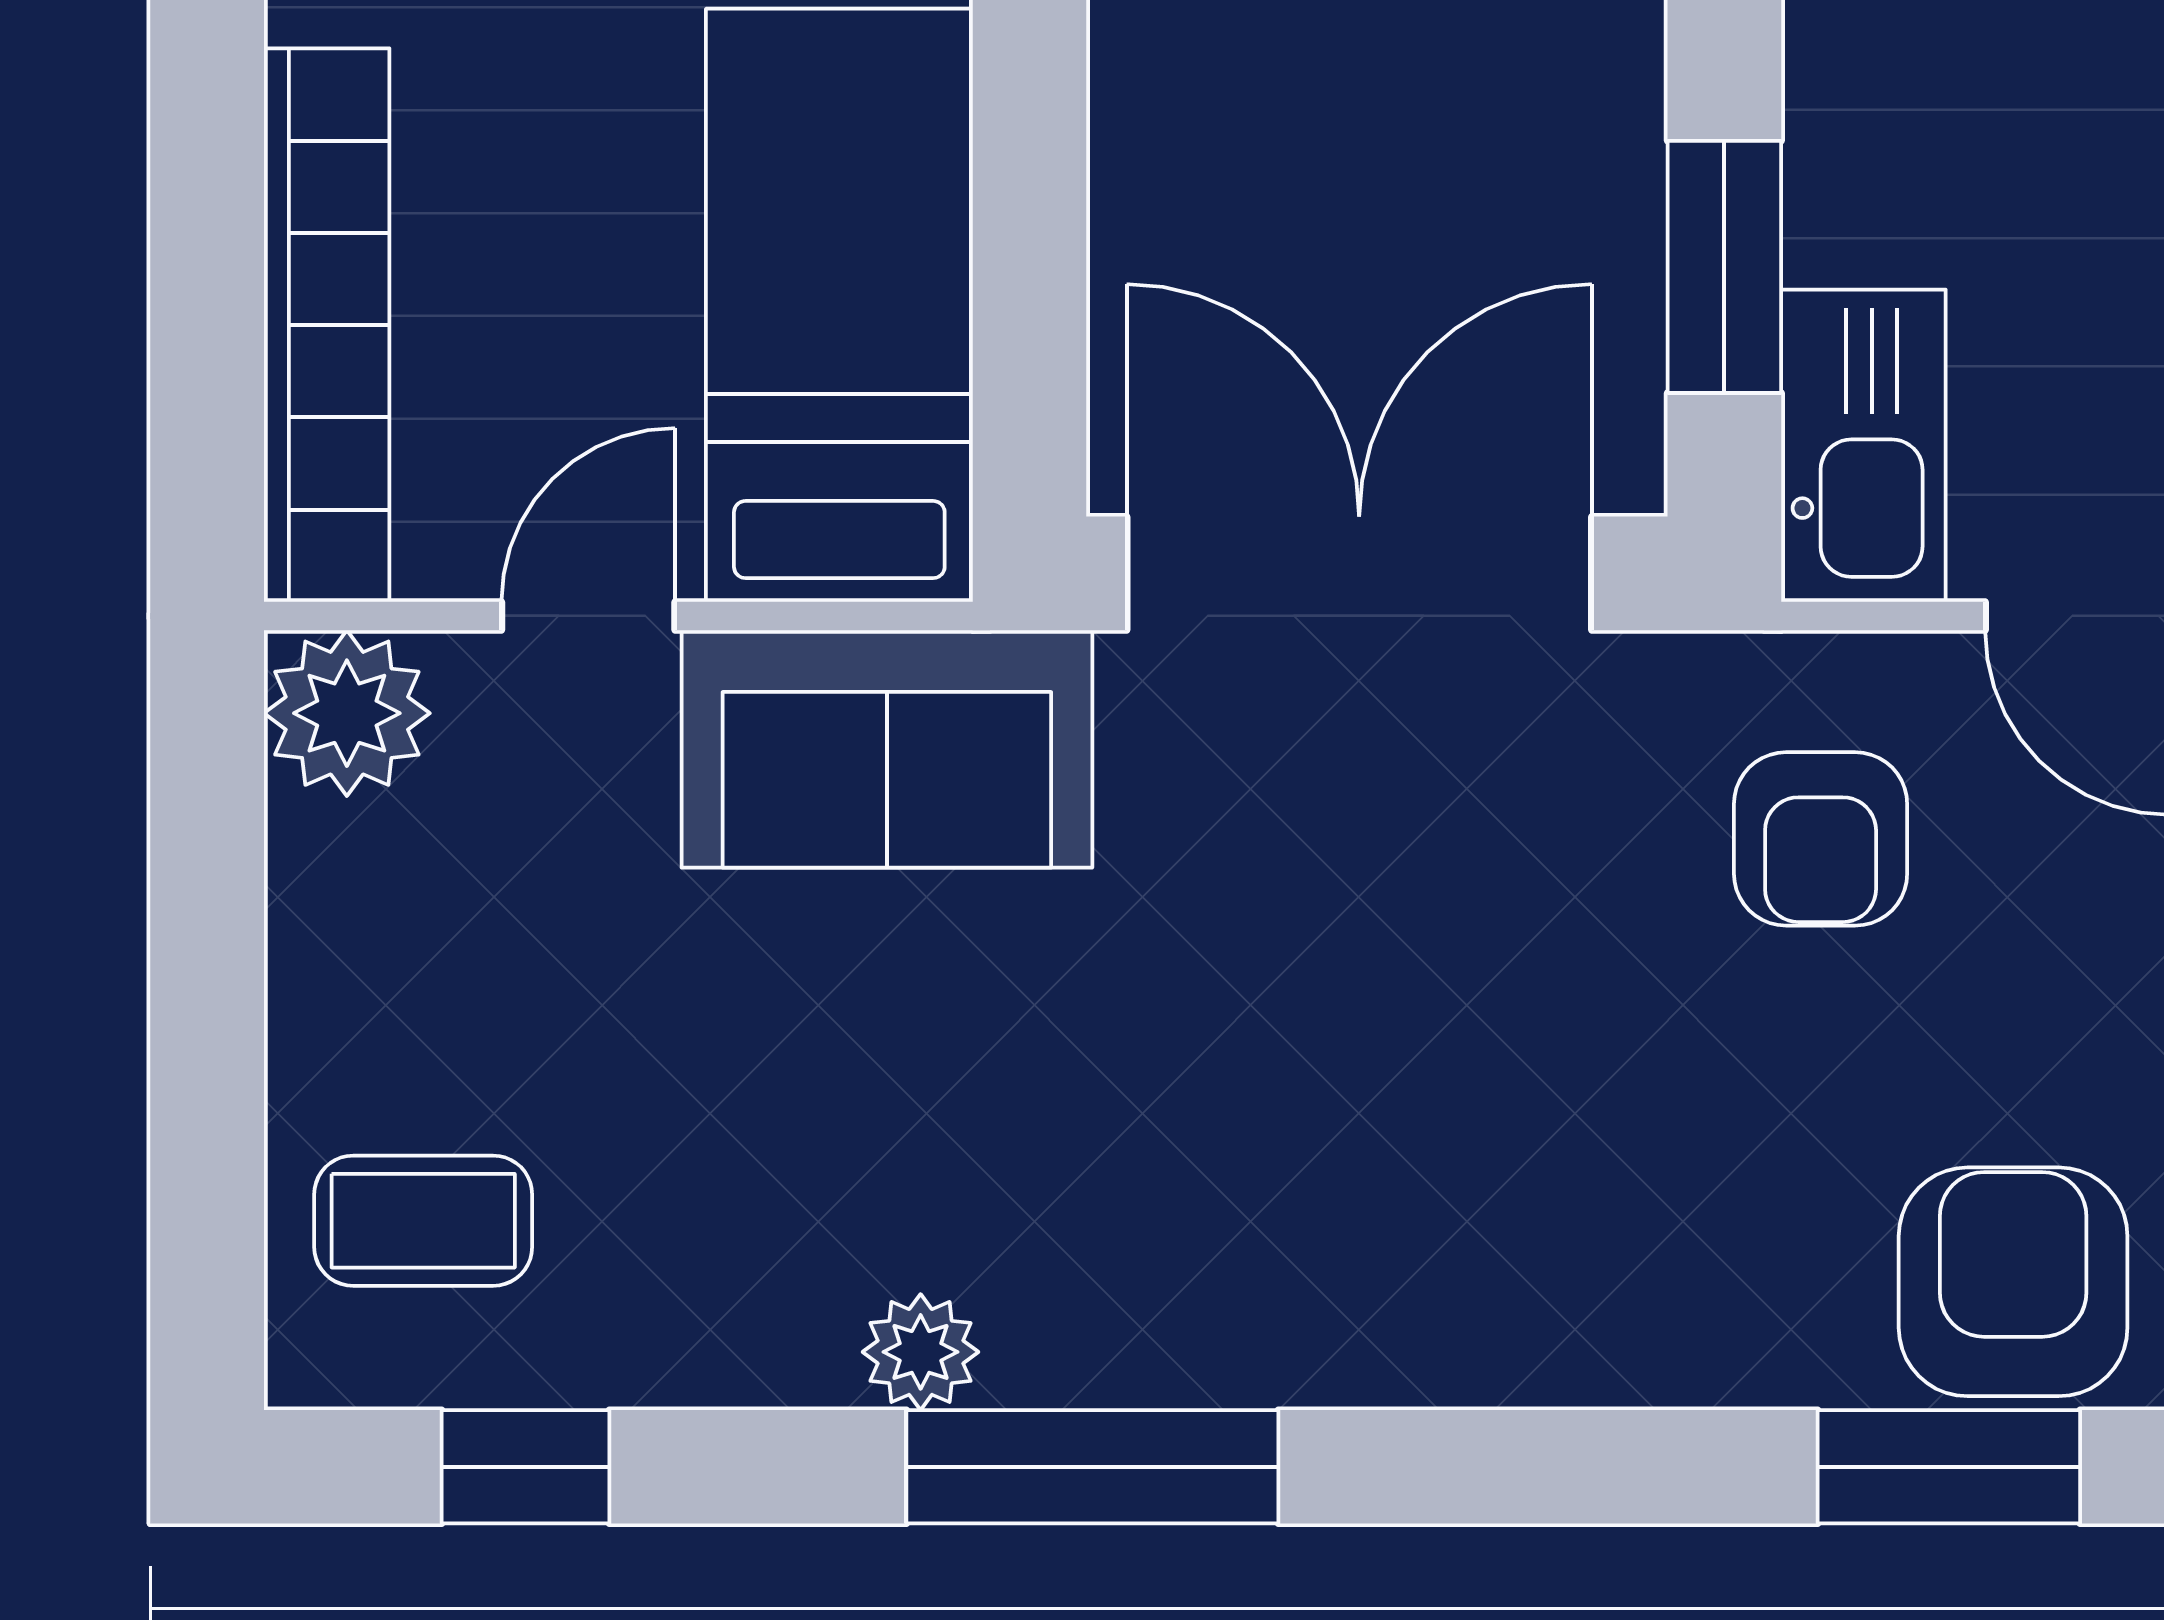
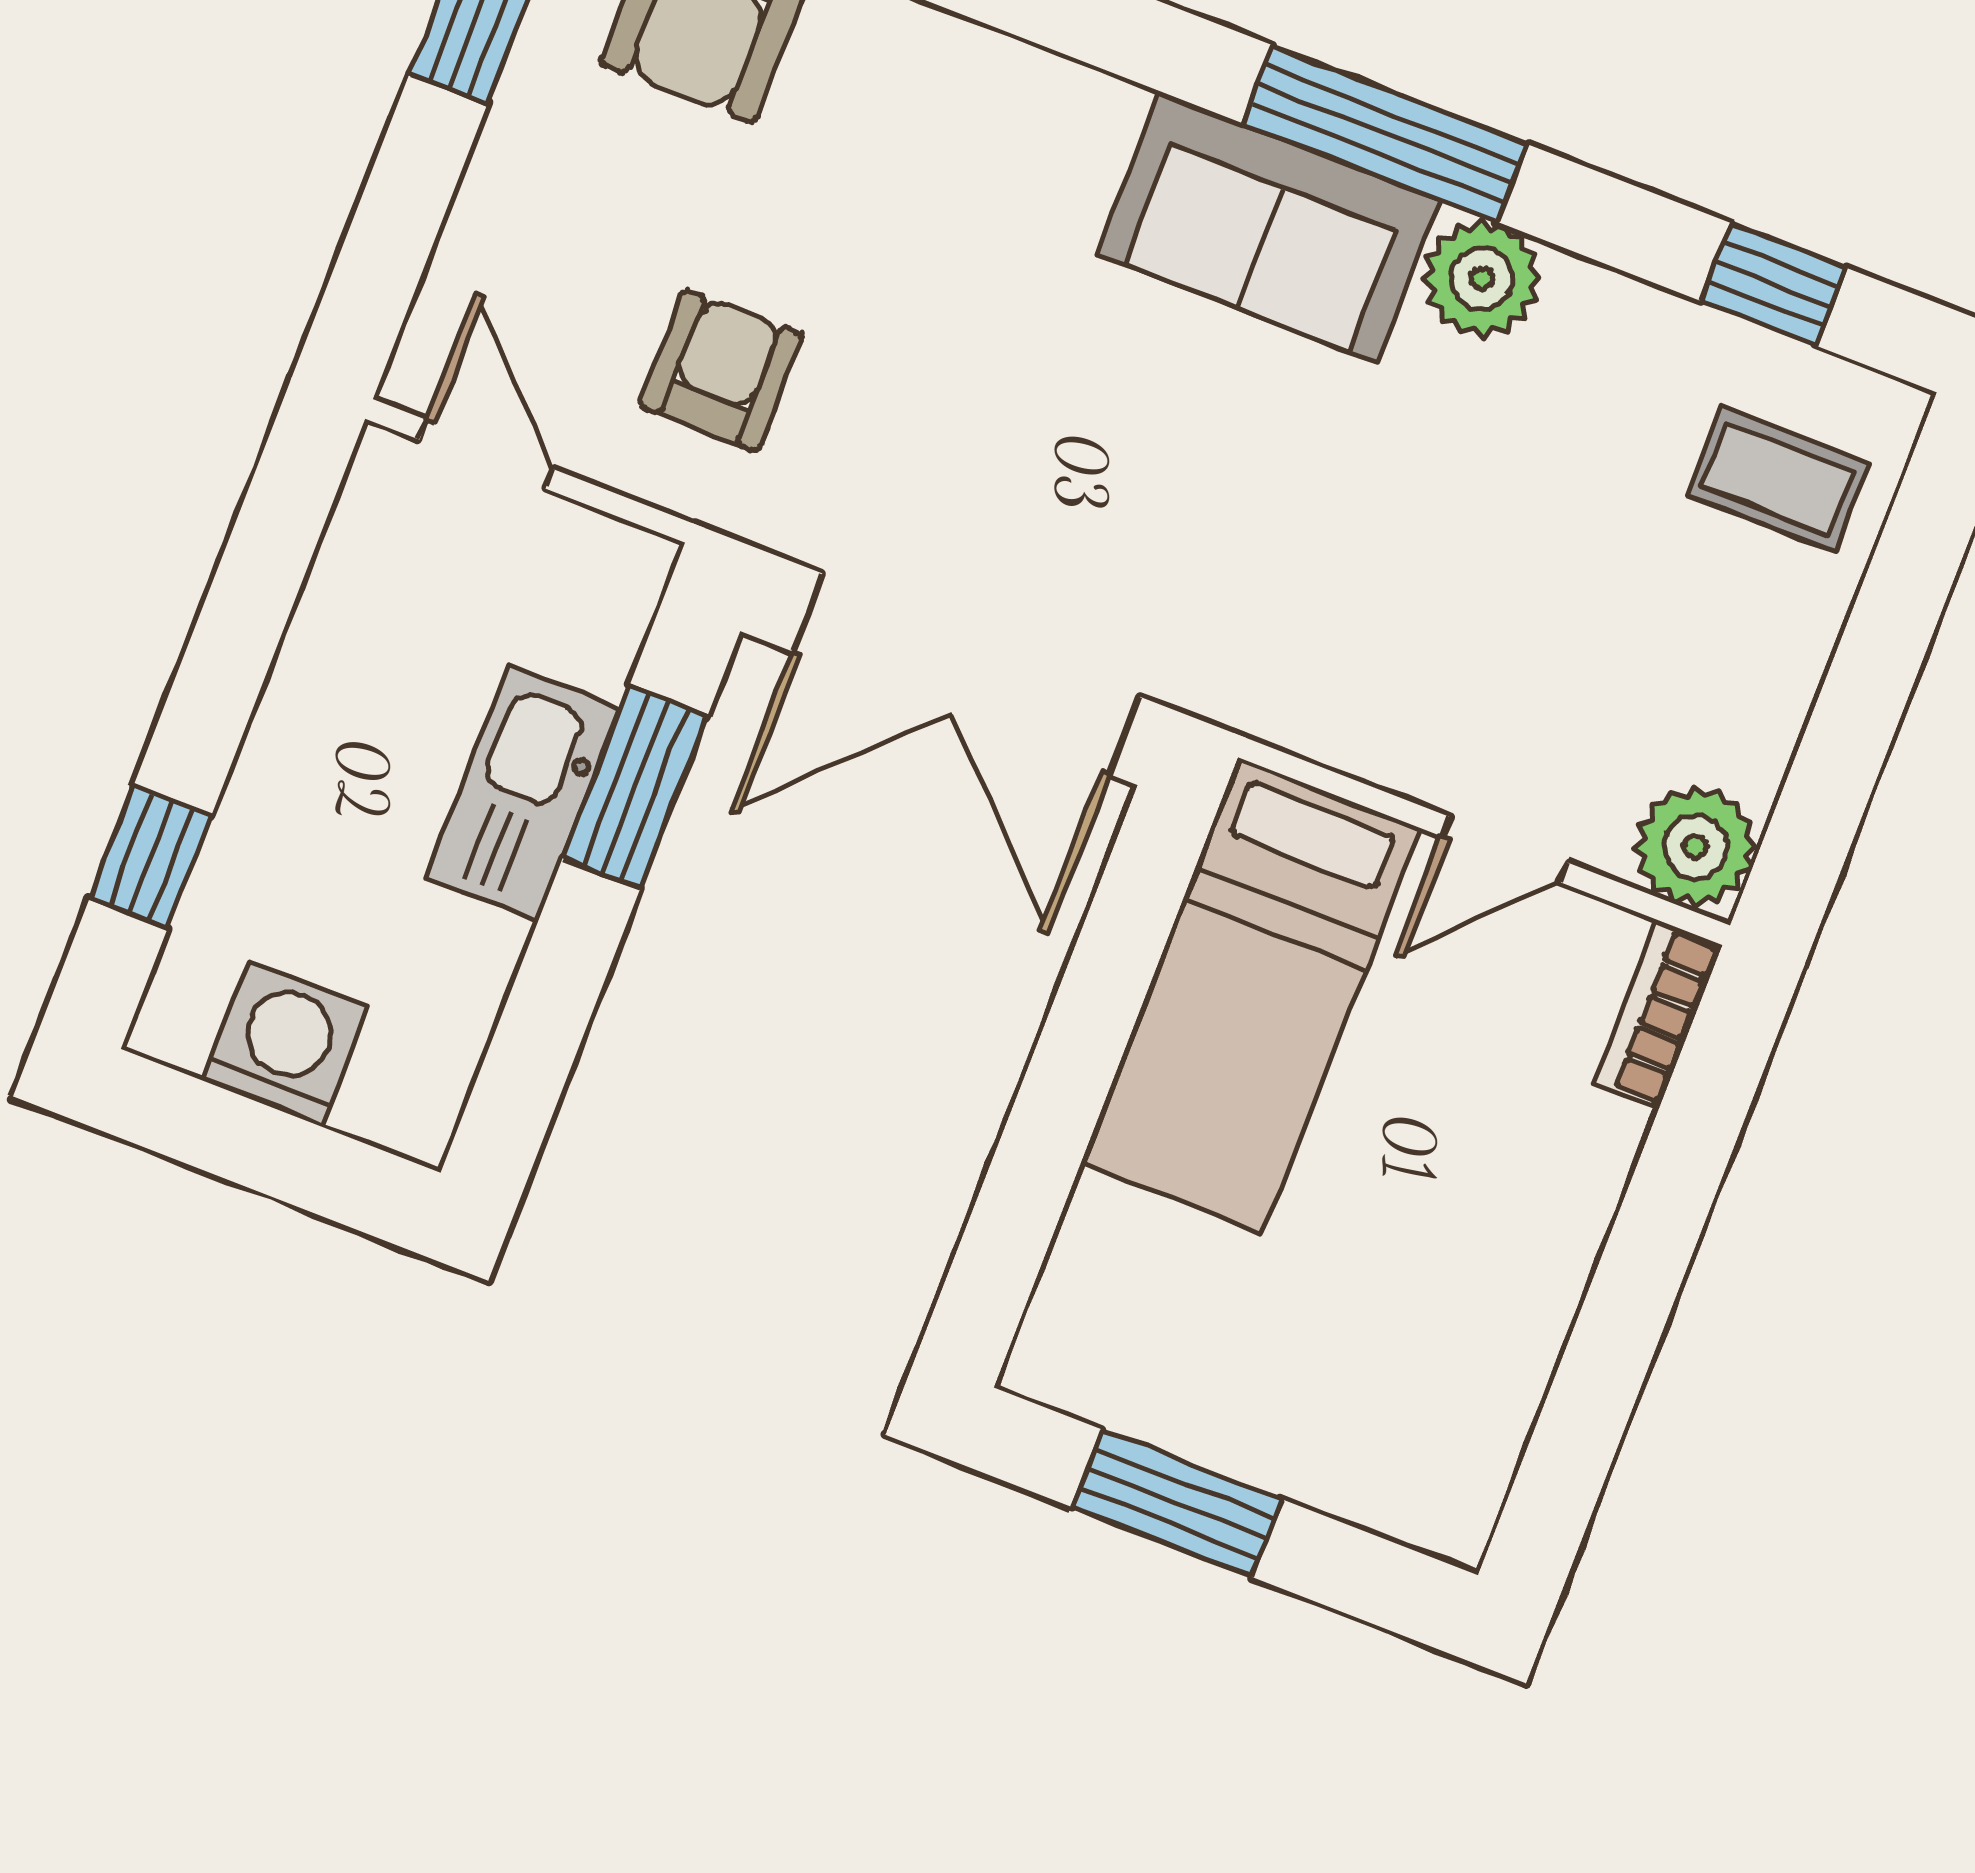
bookcase: (327, 325) -> (1658, 1014), width x0.43, depth x0.76
kitchen sink: (1863, 446) -> (523, 793), moved
sofa: (887, 749) -> (1269, 227), moved, turned 180
plant: (921, 1352) -> (1482, 279), width x1.38, depth x1.38

